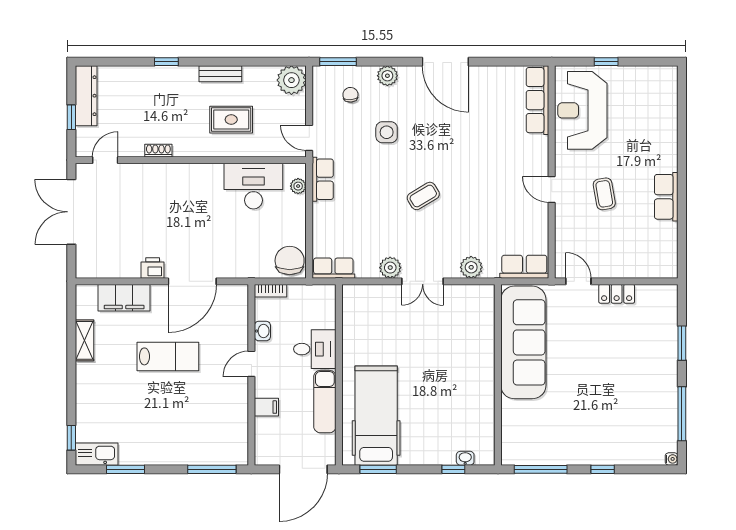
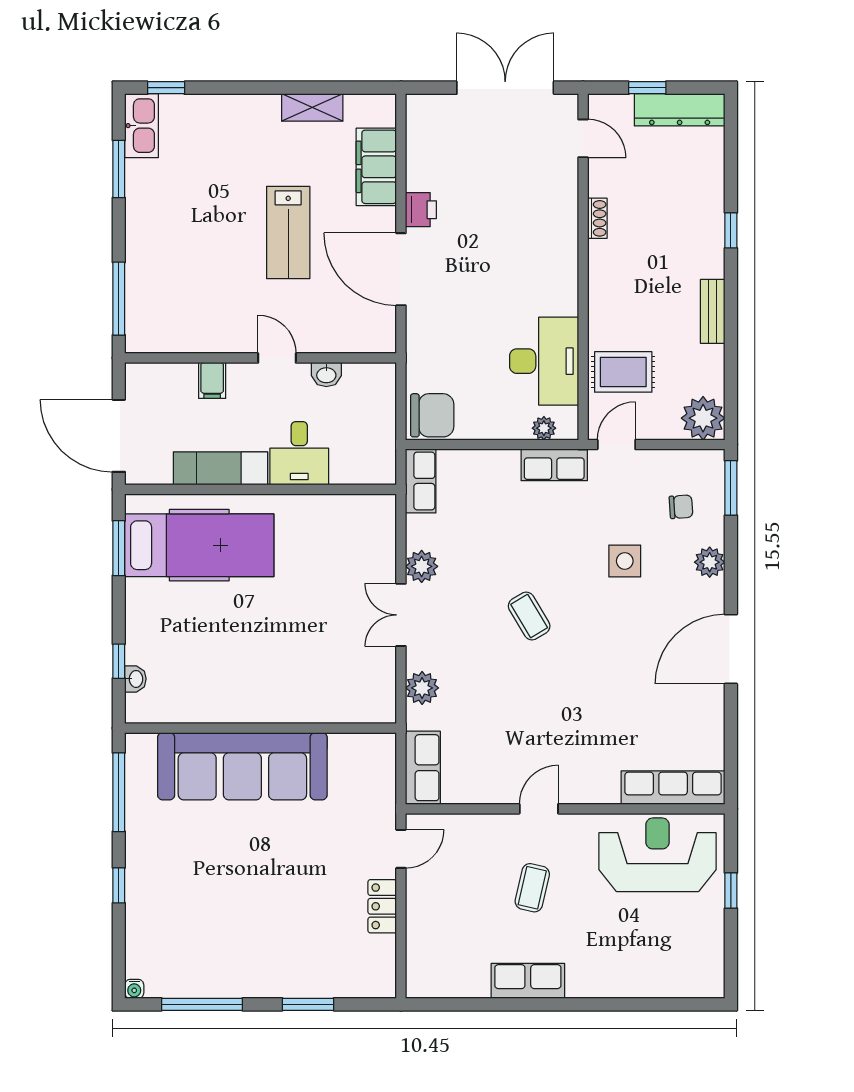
rug: (231, 120) -> (623, 372), moved, turned 90
coffee table: (604, 194) -> (532, 888), turned -67
bookcase: (270, 291) -> (387, 387), removed
sofa: (523, 342) -> (242, 766), moved

